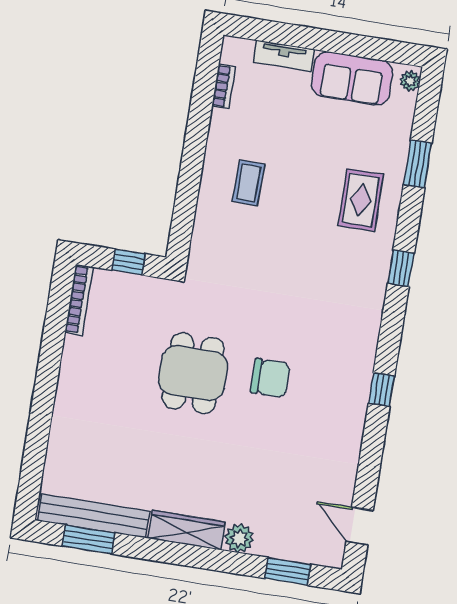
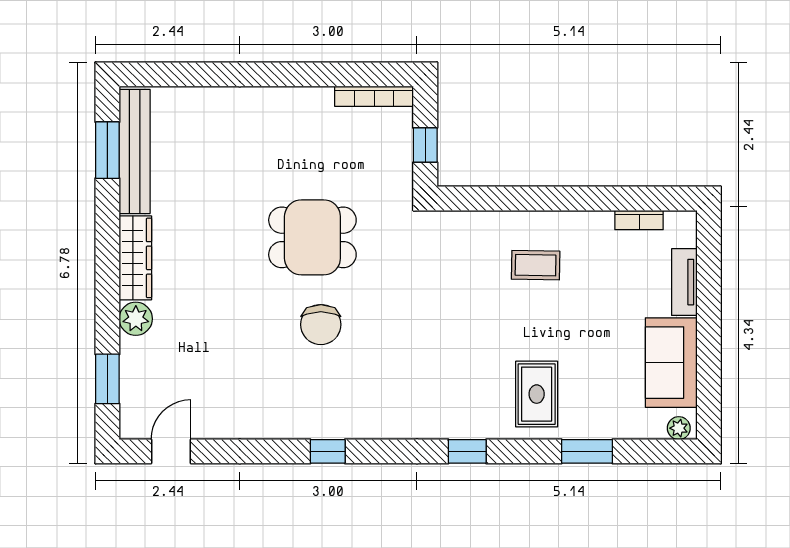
rug: (361, 200) -> (537, 394), turned 90

